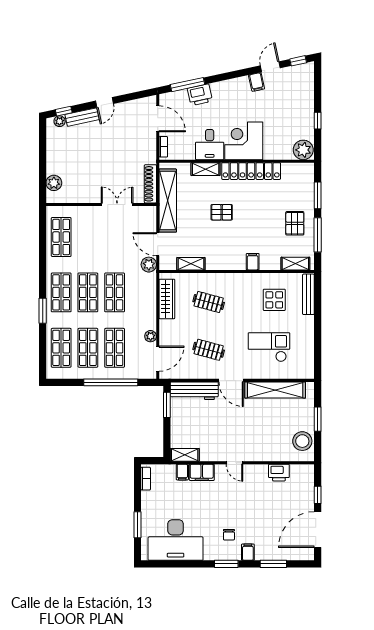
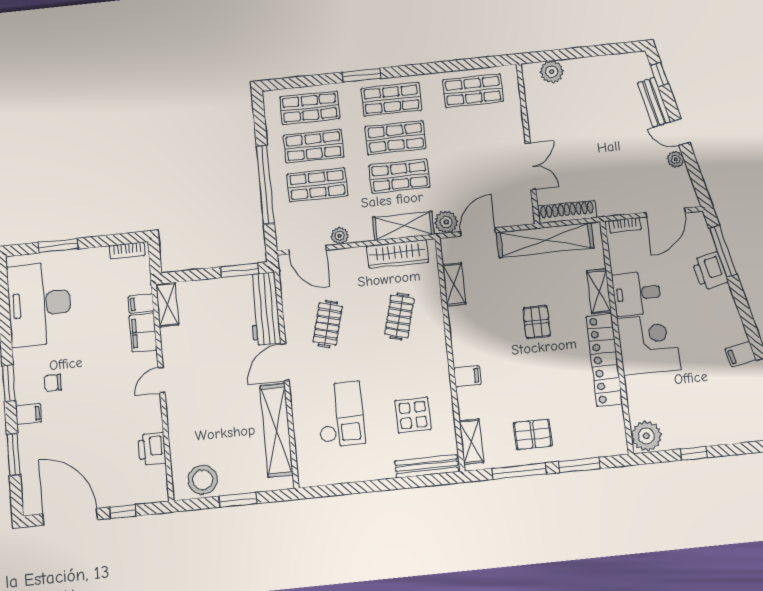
plant: (60, 121) -> (676, 159), moved
shelving: (148, 293) -> (403, 226), added

